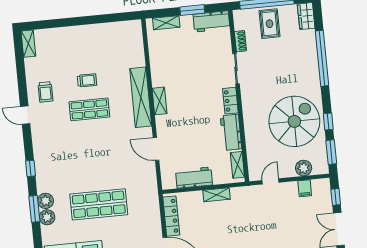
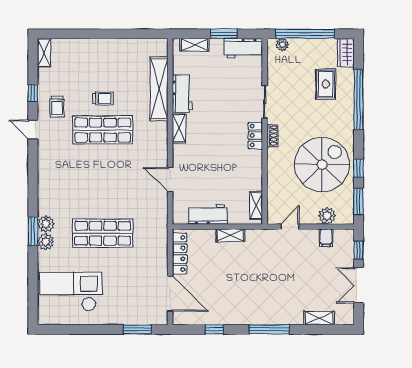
plant: (247, 15) -> (282, 45), added
rug: (269, 24) -> (326, 84), moved
shoe rack: (240, 41) -> (272, 135), moved
shelving: (141, 97) -> (159, 89), moved
shop shelf: (89, 109) -> (103, 130), width x1.43, depth x1.36
workbench: (231, 132) -> (182, 94), moved, turned 180
window: (30, 168) -> (33, 93), moved

